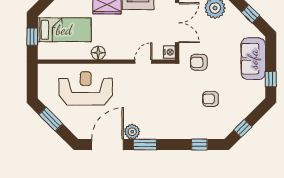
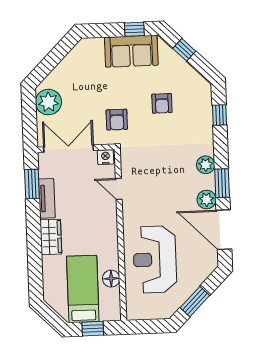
window: (250, 14) -> (54, 58), removed
floor lamp: (98, 53) -> (111, 279), moved
sofa: (253, 59) -> (131, 51), moved
window: (243, 128) -> (184, 50), moved
plant: (160, 132) -> (206, 165), added

